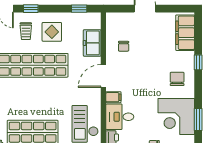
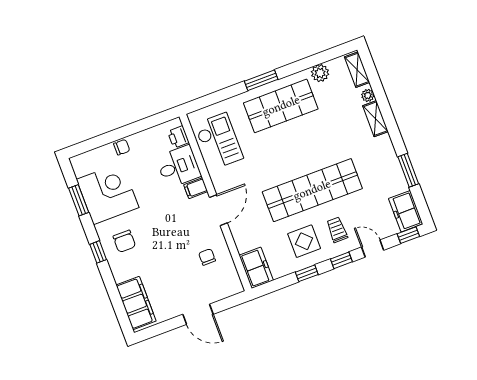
window: (79, 9) -> (307, 273), moved
freezer: (92, 43) -> (256, 268), moved
window: (198, 62) -> (98, 252), moved

